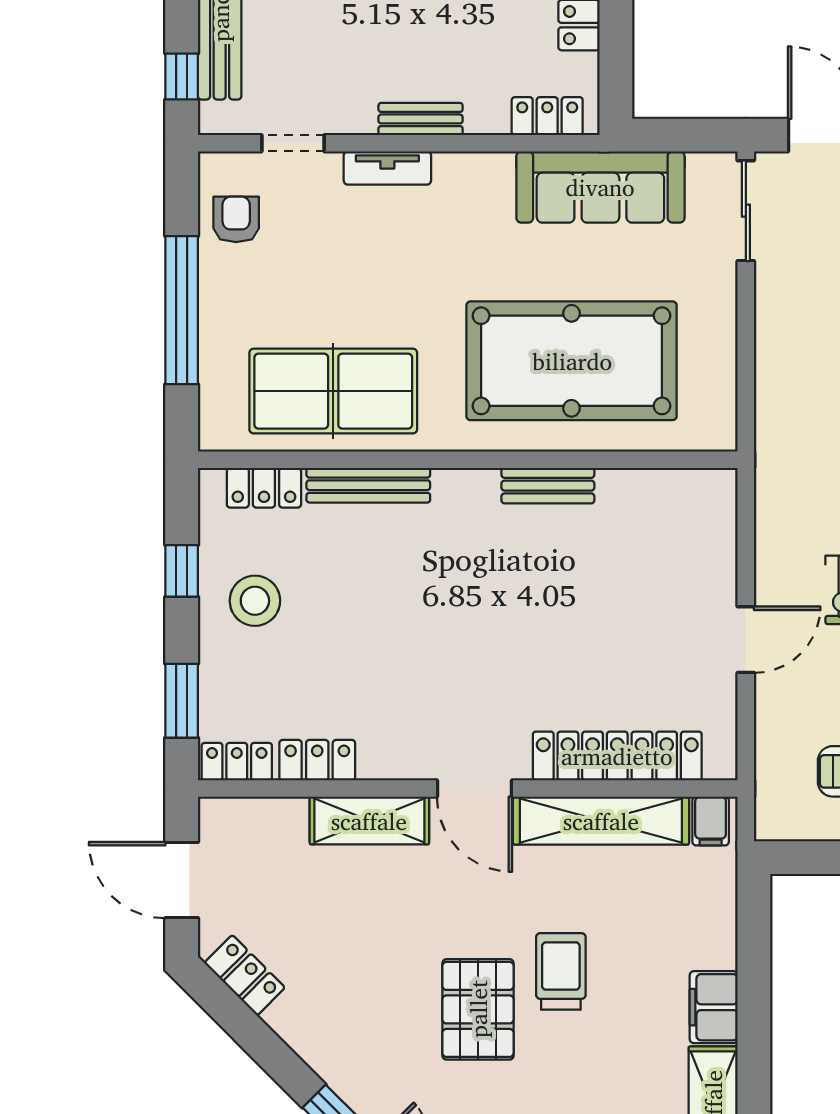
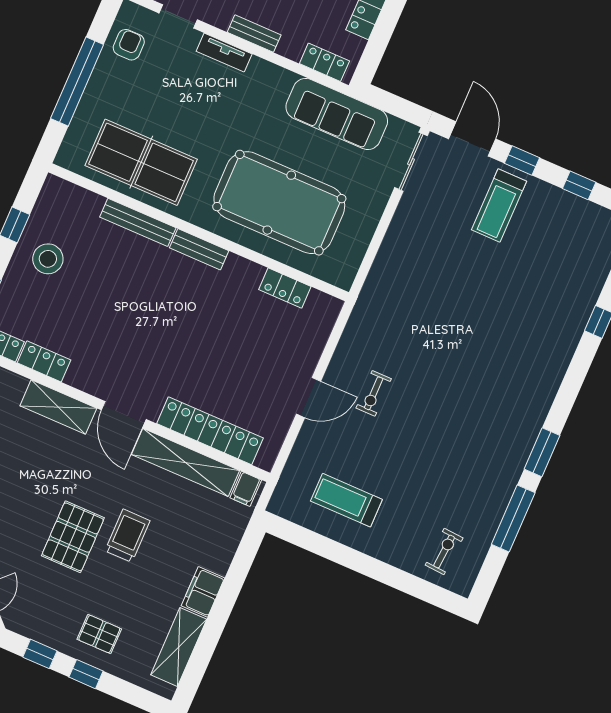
bench: (548, 486) -> (199, 249), moved
locker: (264, 488) -> (285, 288), moved

